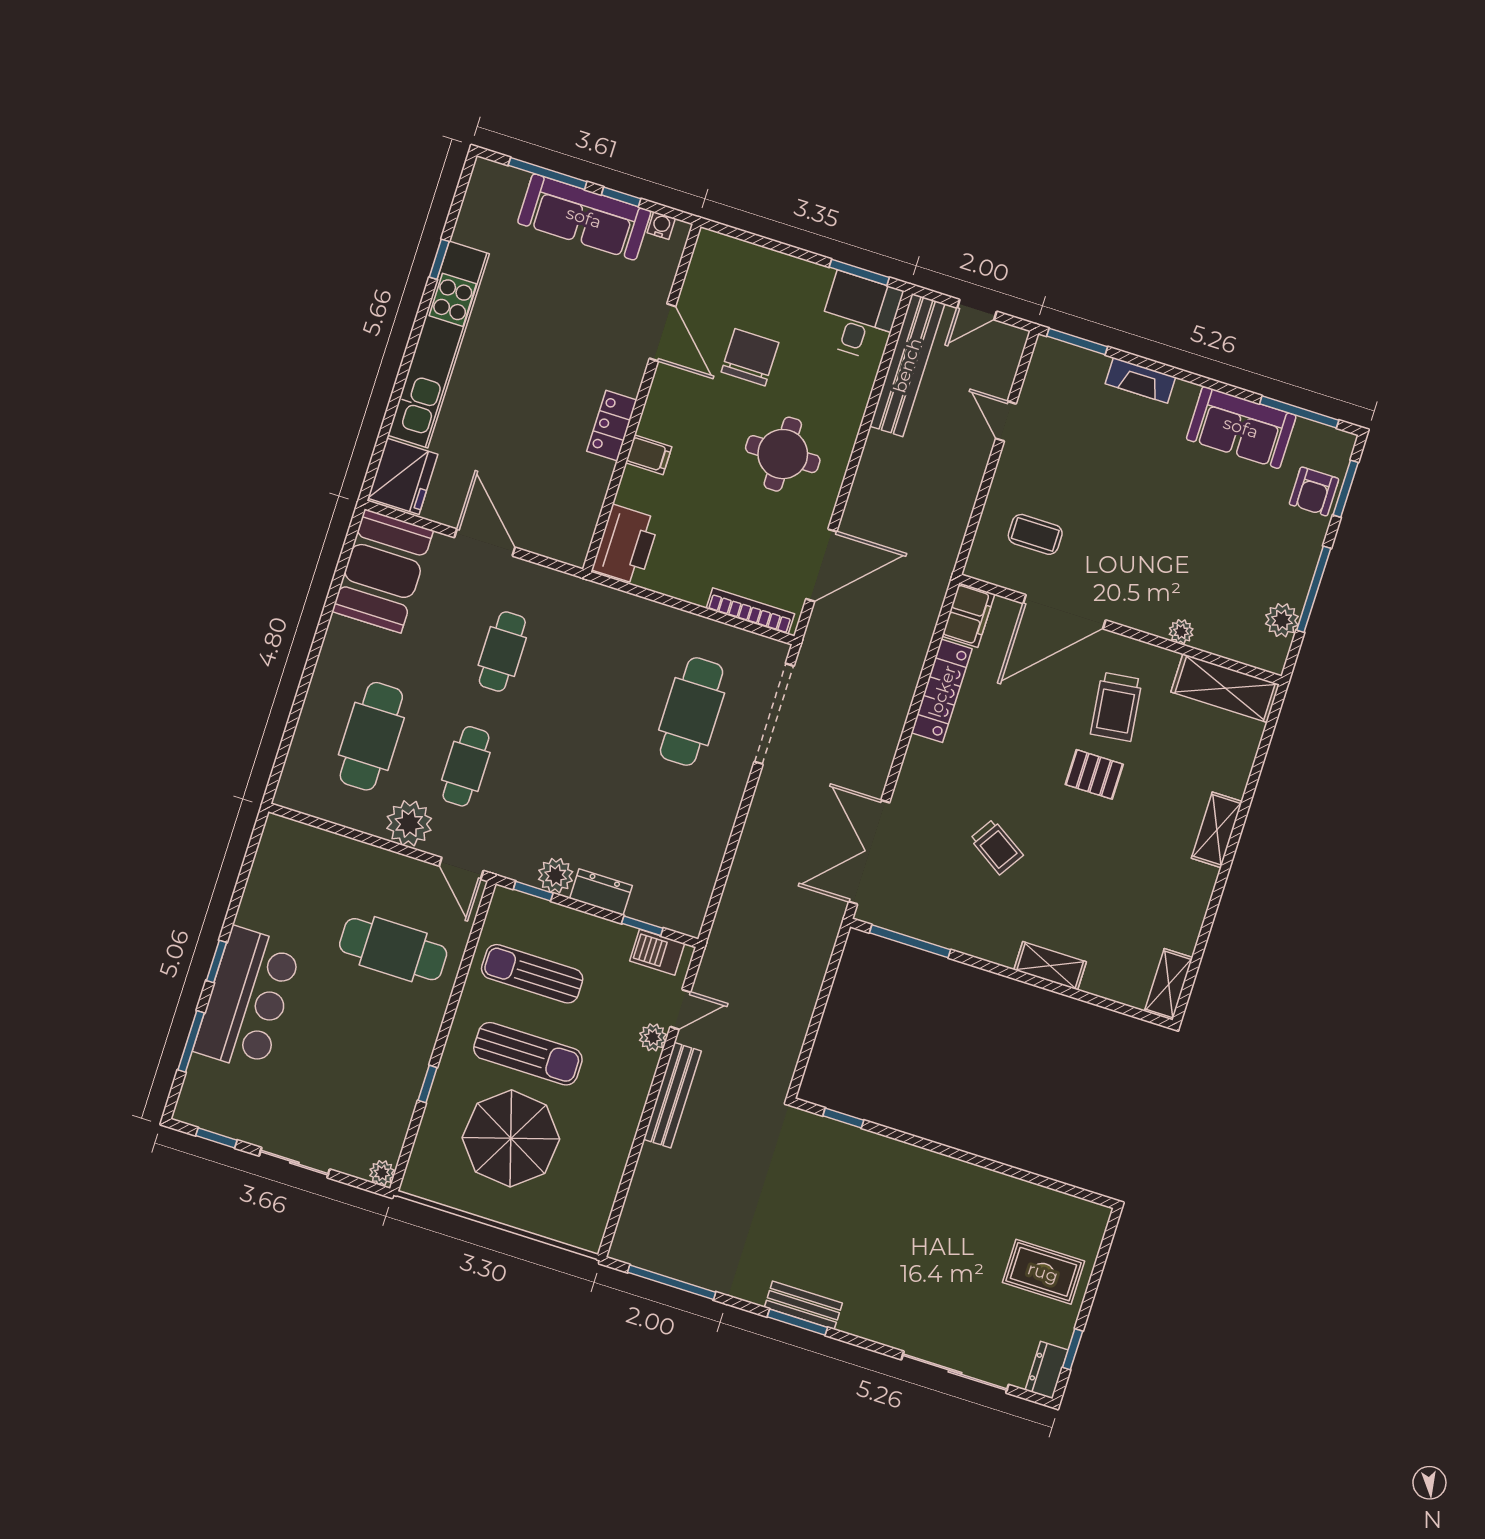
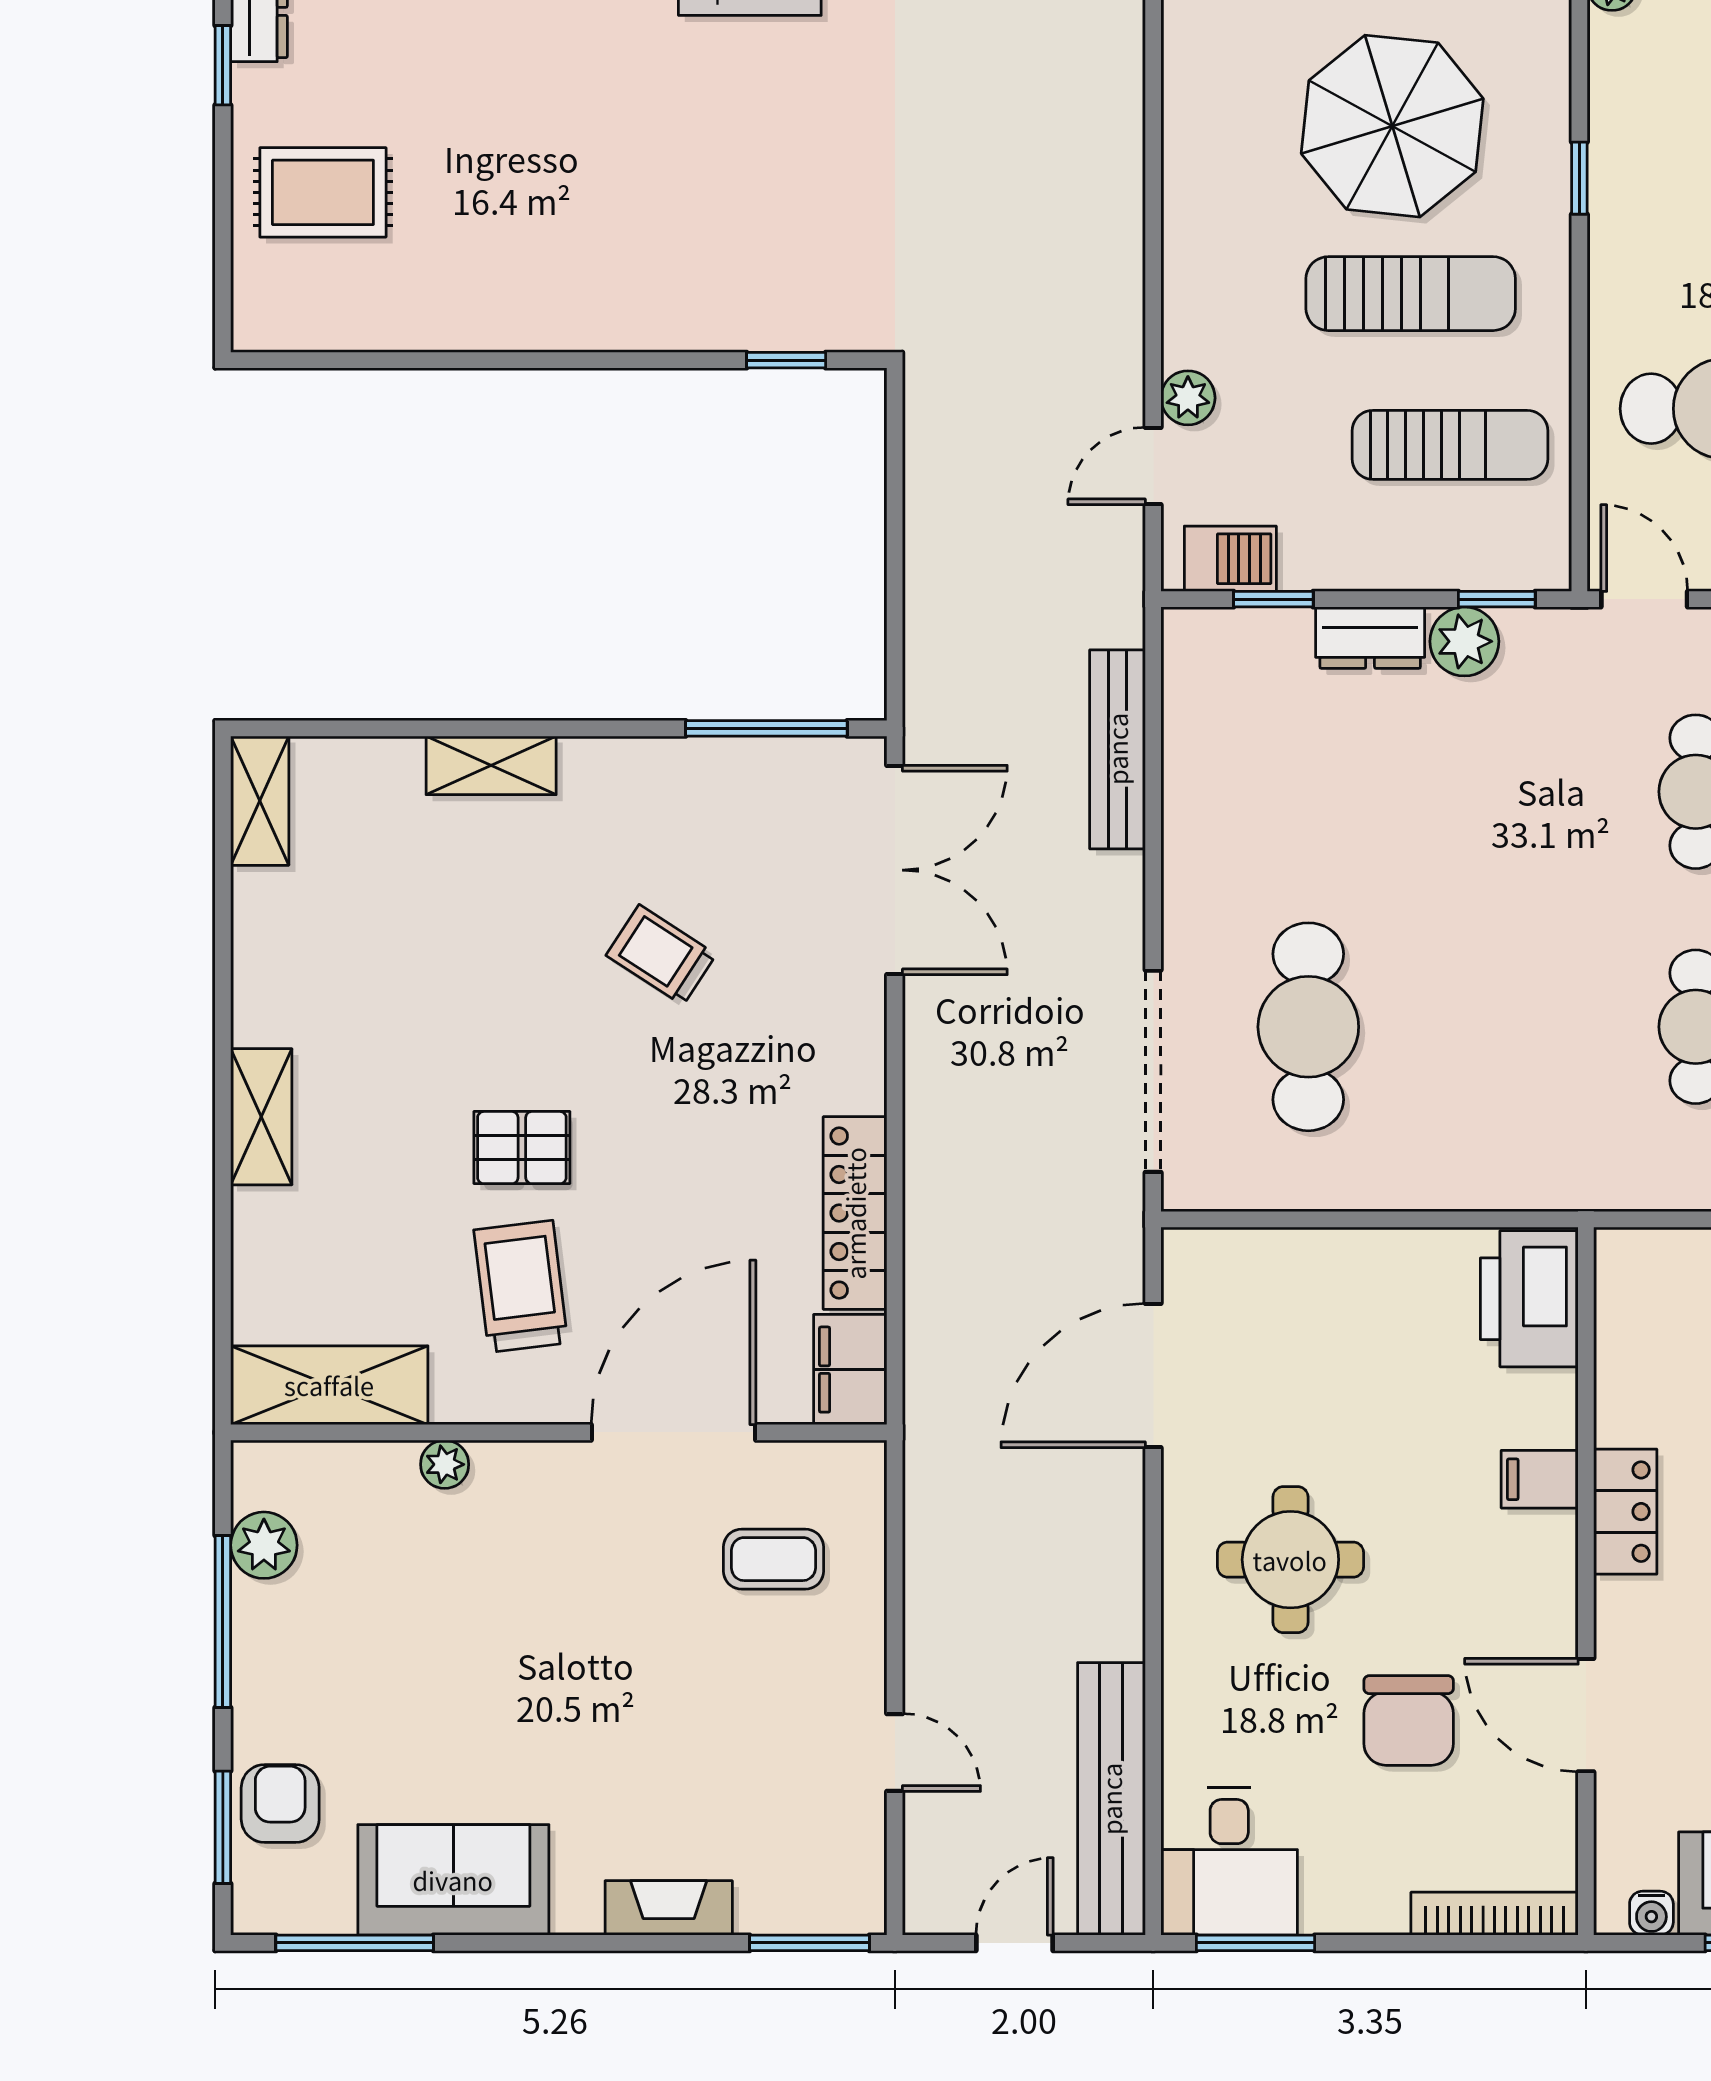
bookcase: (750, 611) -> (1495, 1914), moved, turned 180
sun lounger: (528, 1054) -> (1411, 294), turned 180
bench: (672, 1095) -> (1117, 749), moved

